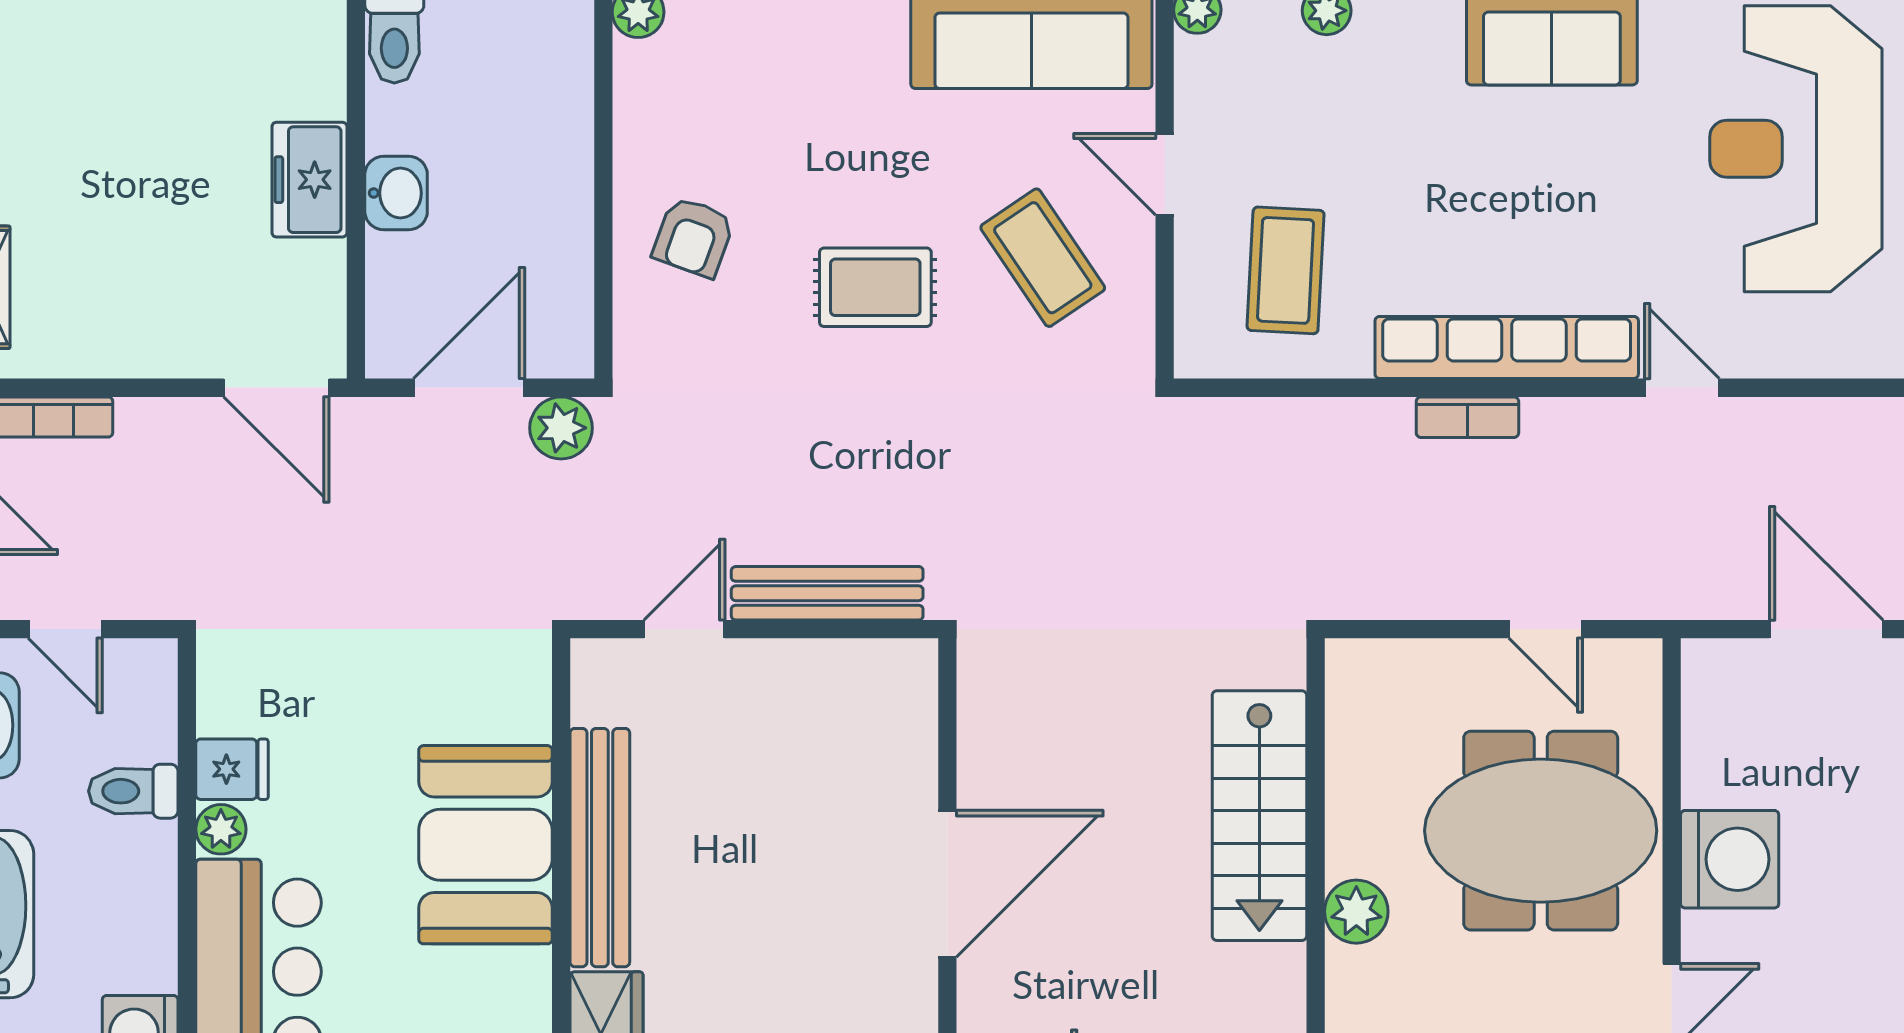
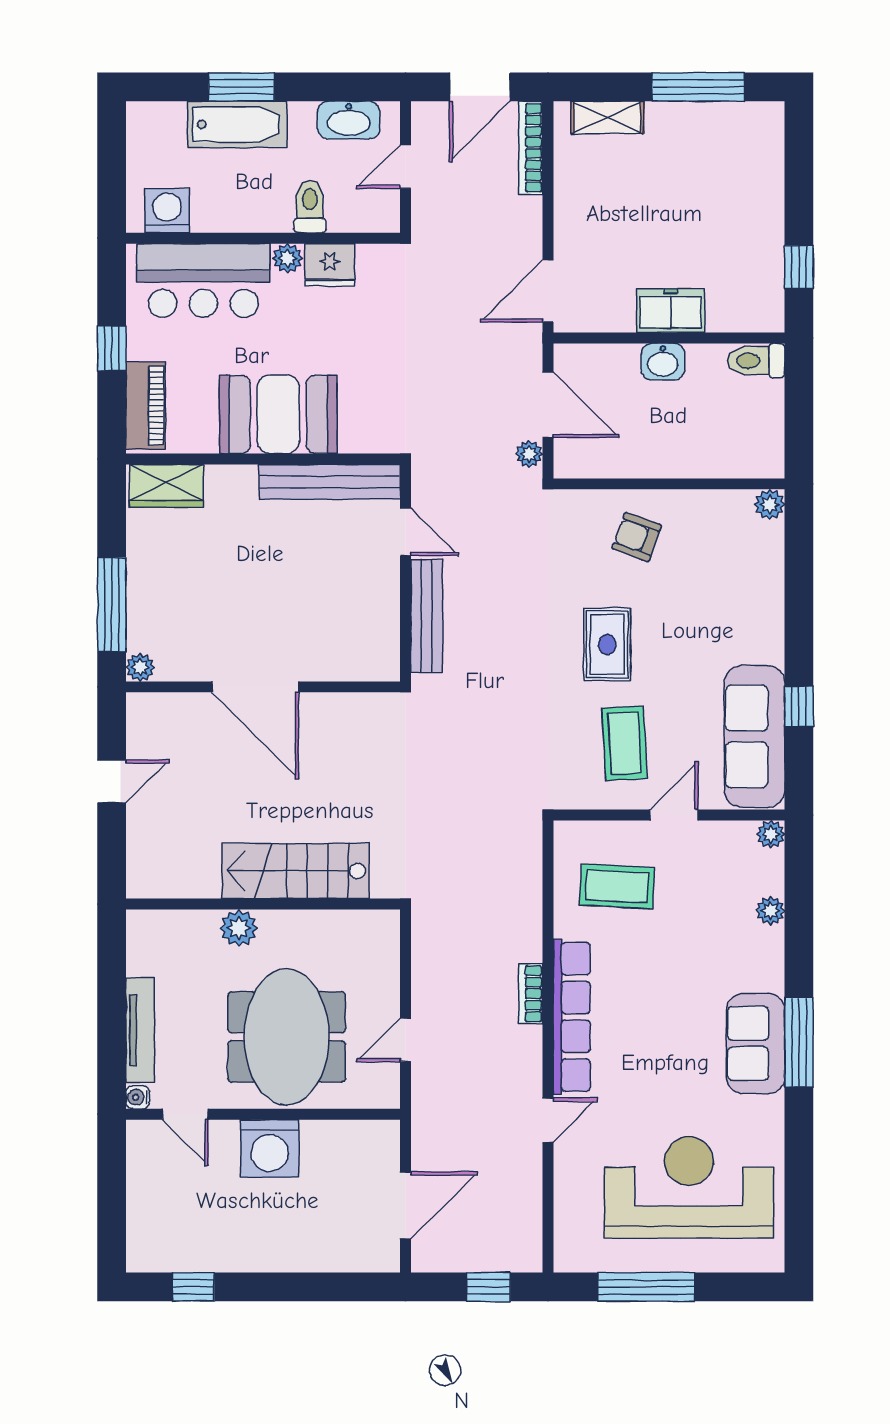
coffee table: (1043, 258) -> (625, 743), turned -59
plant: (561, 428) -> (529, 454), width x0.73, depth x0.73
fridge: (232, 769) -> (330, 265), width x1.38
bench: (600, 848) -> (330, 482), moved

